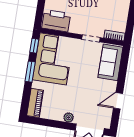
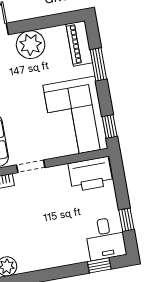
window: (30, 72) -> (98, 64), moved
plant: (69, 117) -> (31, 45), width x1.88, depth x1.88

